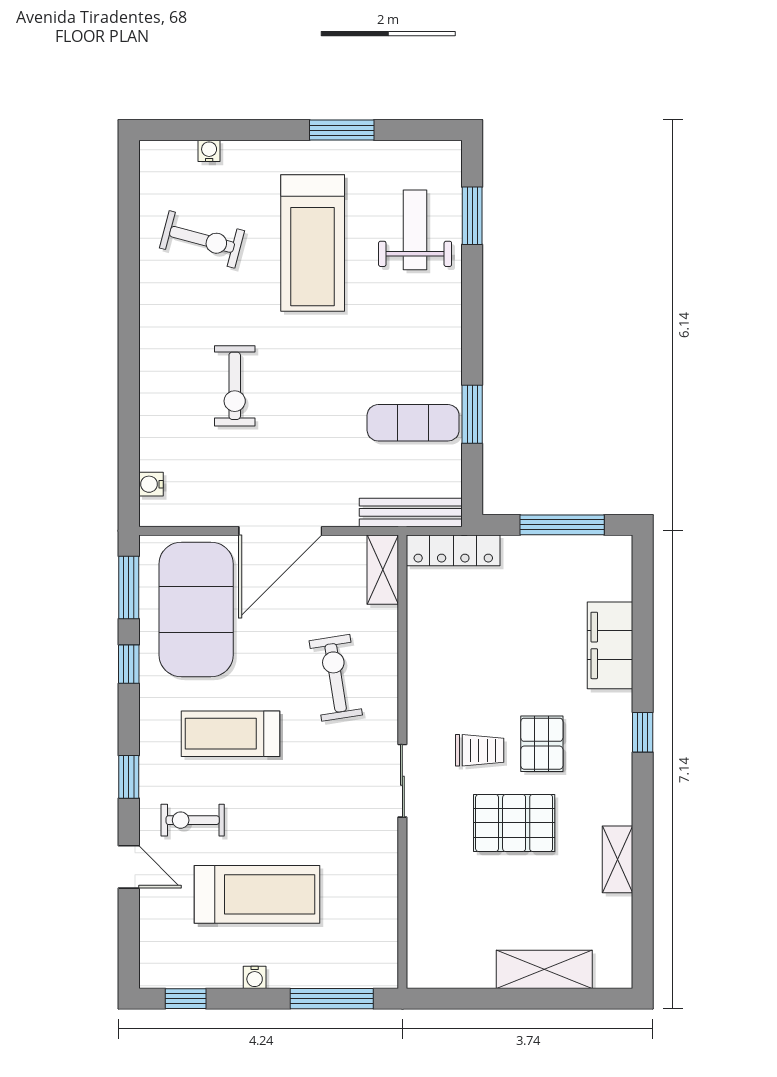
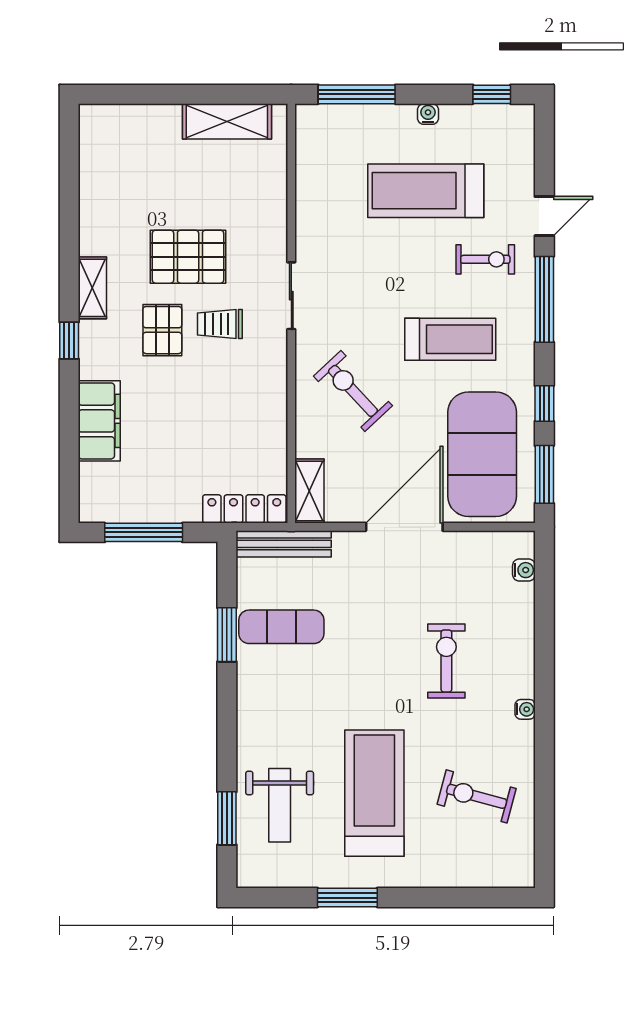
water cooler: (209, 151) -> (525, 709), moved, turned -90
exercise bike: (336, 678) -> (353, 391), turned 146
window: (129, 777) -> (544, 299), width x2.17
shelving: (618, 859) -> (92, 288), moved
door: (129, 867) -> (544, 216), swing flipped
shelving: (544, 969) -> (227, 121), moved

